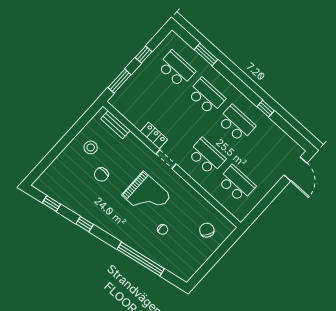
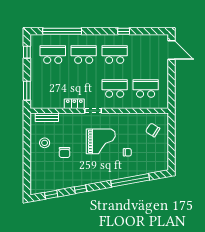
window: (143, 55) -> (27, 52), moved
window: (206, 55) -> (62, 31), width x2.11

